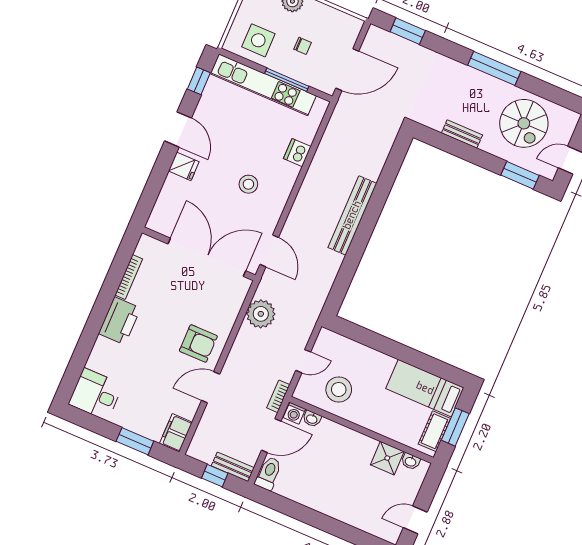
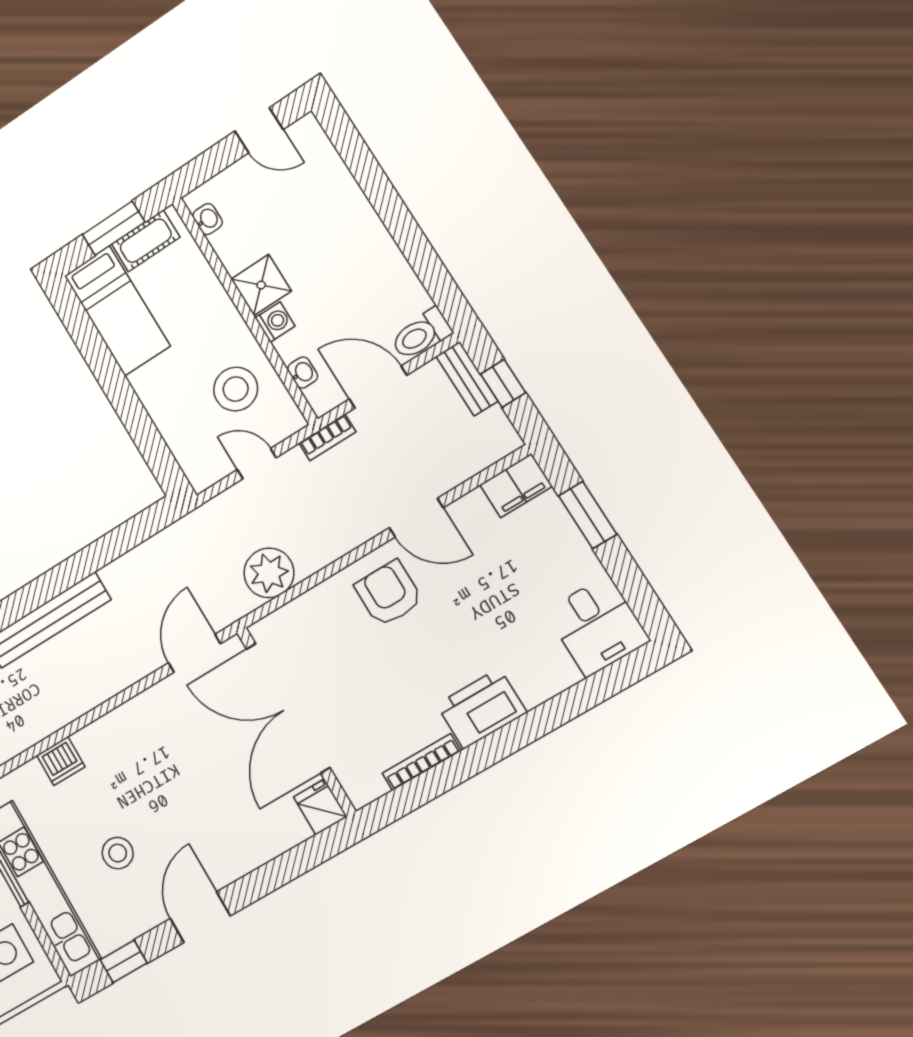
fridge: (184, 166) -> (320, 807), moved
stool: (248, 184) -> (118, 853), moved
washing machine: (294, 413) -> (275, 322), moved
shower: (387, 458) -> (261, 285), moved

